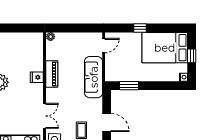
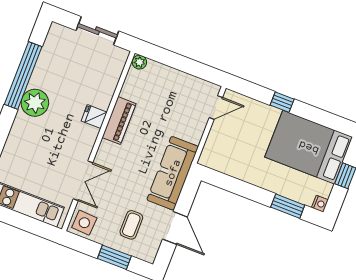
sliding door: (20, 28) -> (97, 31), added
sofa: (94, 77) -> (173, 173), moved
window: (129, 86) -> (288, 206), moved

